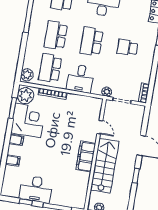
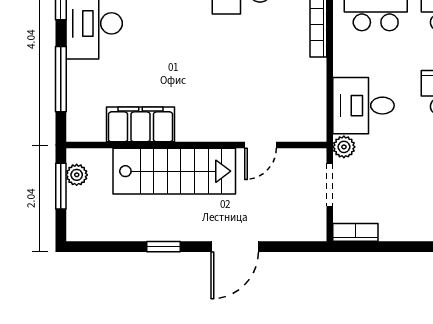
desk: (80, 79) -> (364, 106), moved
filing cabinet: (86, 157) -> (141, 124), moved

